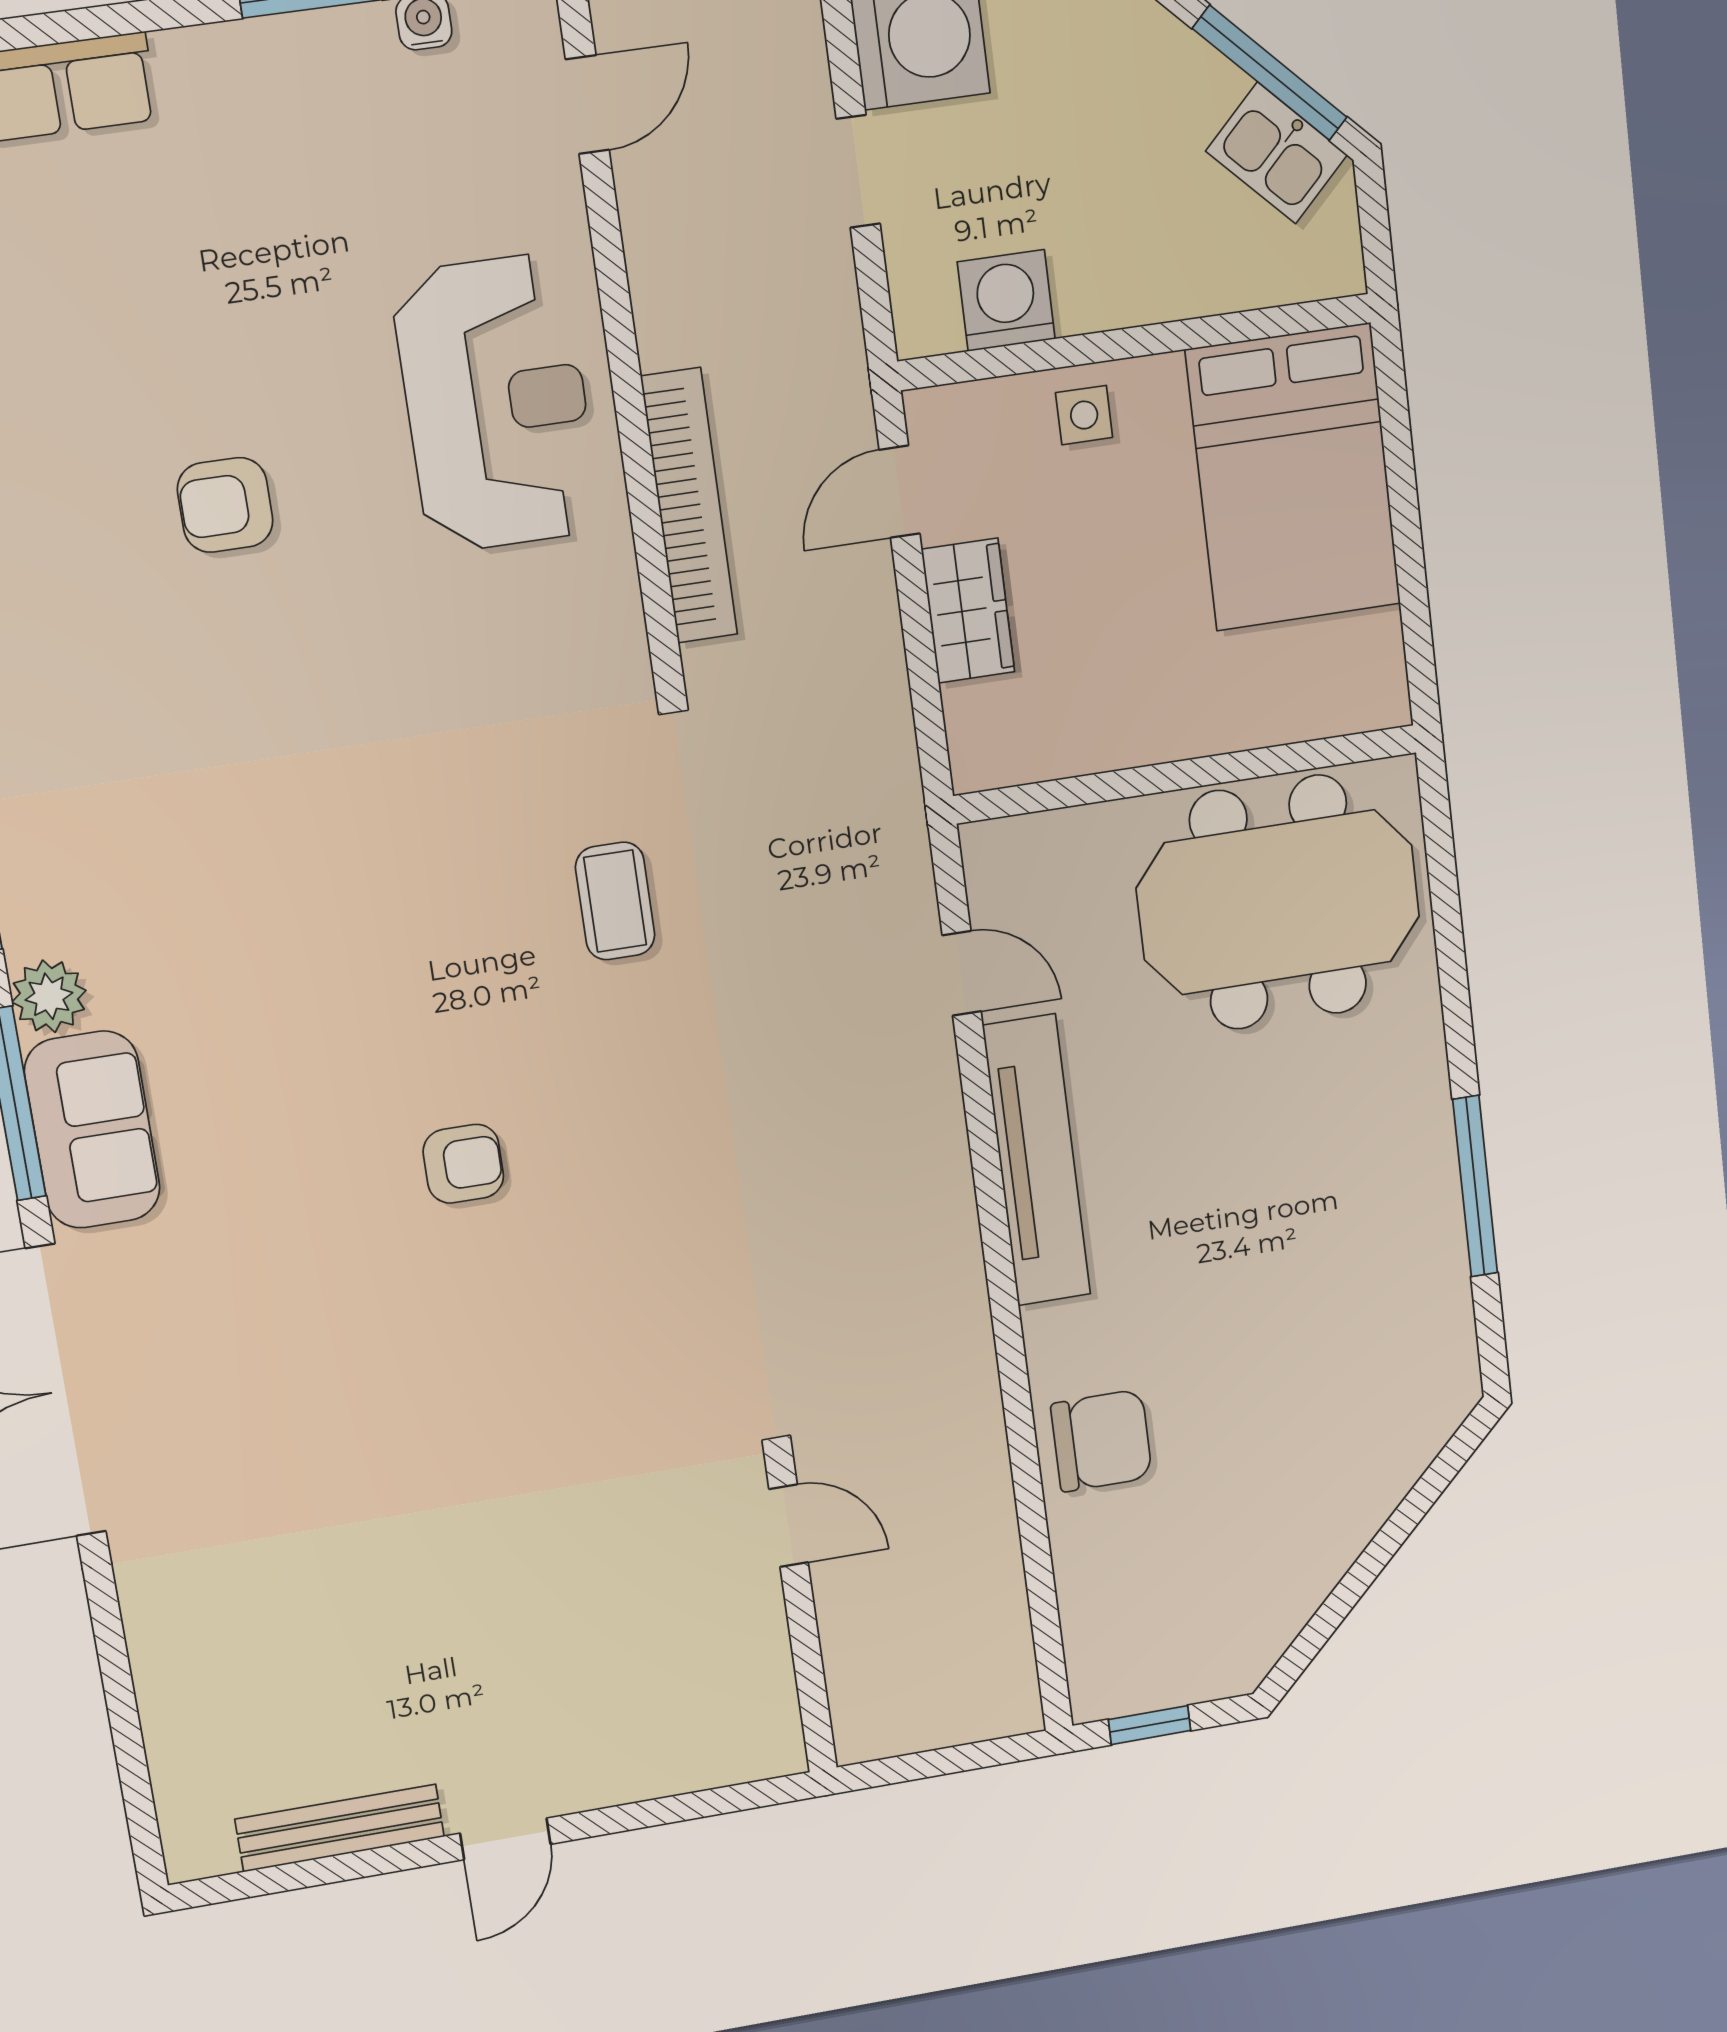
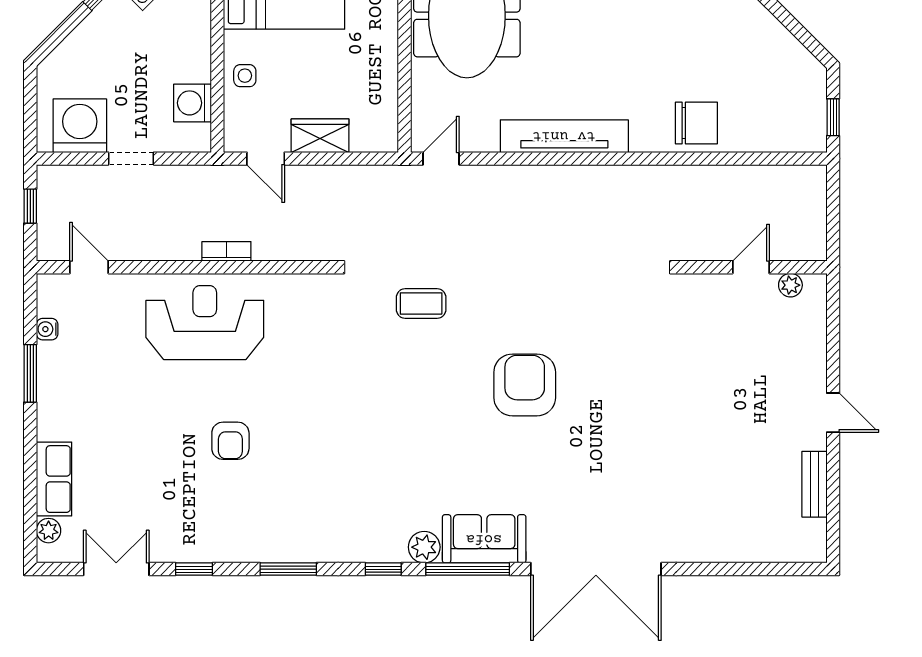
bookcase: (689, 506) -> (226, 251), width x0.43, depth x0.76
door: (962, 973) -> (441, 159), moved
armchair: (463, 1164) -> (525, 385), width x1.88, depth x1.88
chair: (1101, 1441) -> (696, 123), turned 90
door: (789, 1526) -> (751, 267), moved
plant: (773, 1700) -> (790, 285), added
bench: (340, 1828) -> (814, 484), width x0.73

